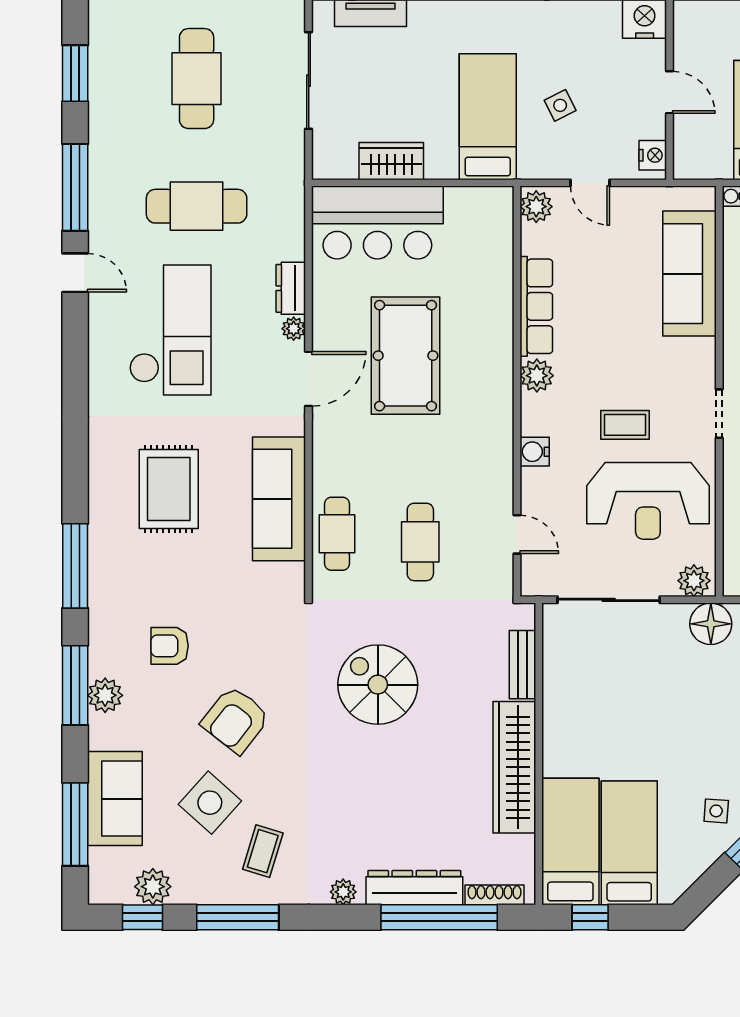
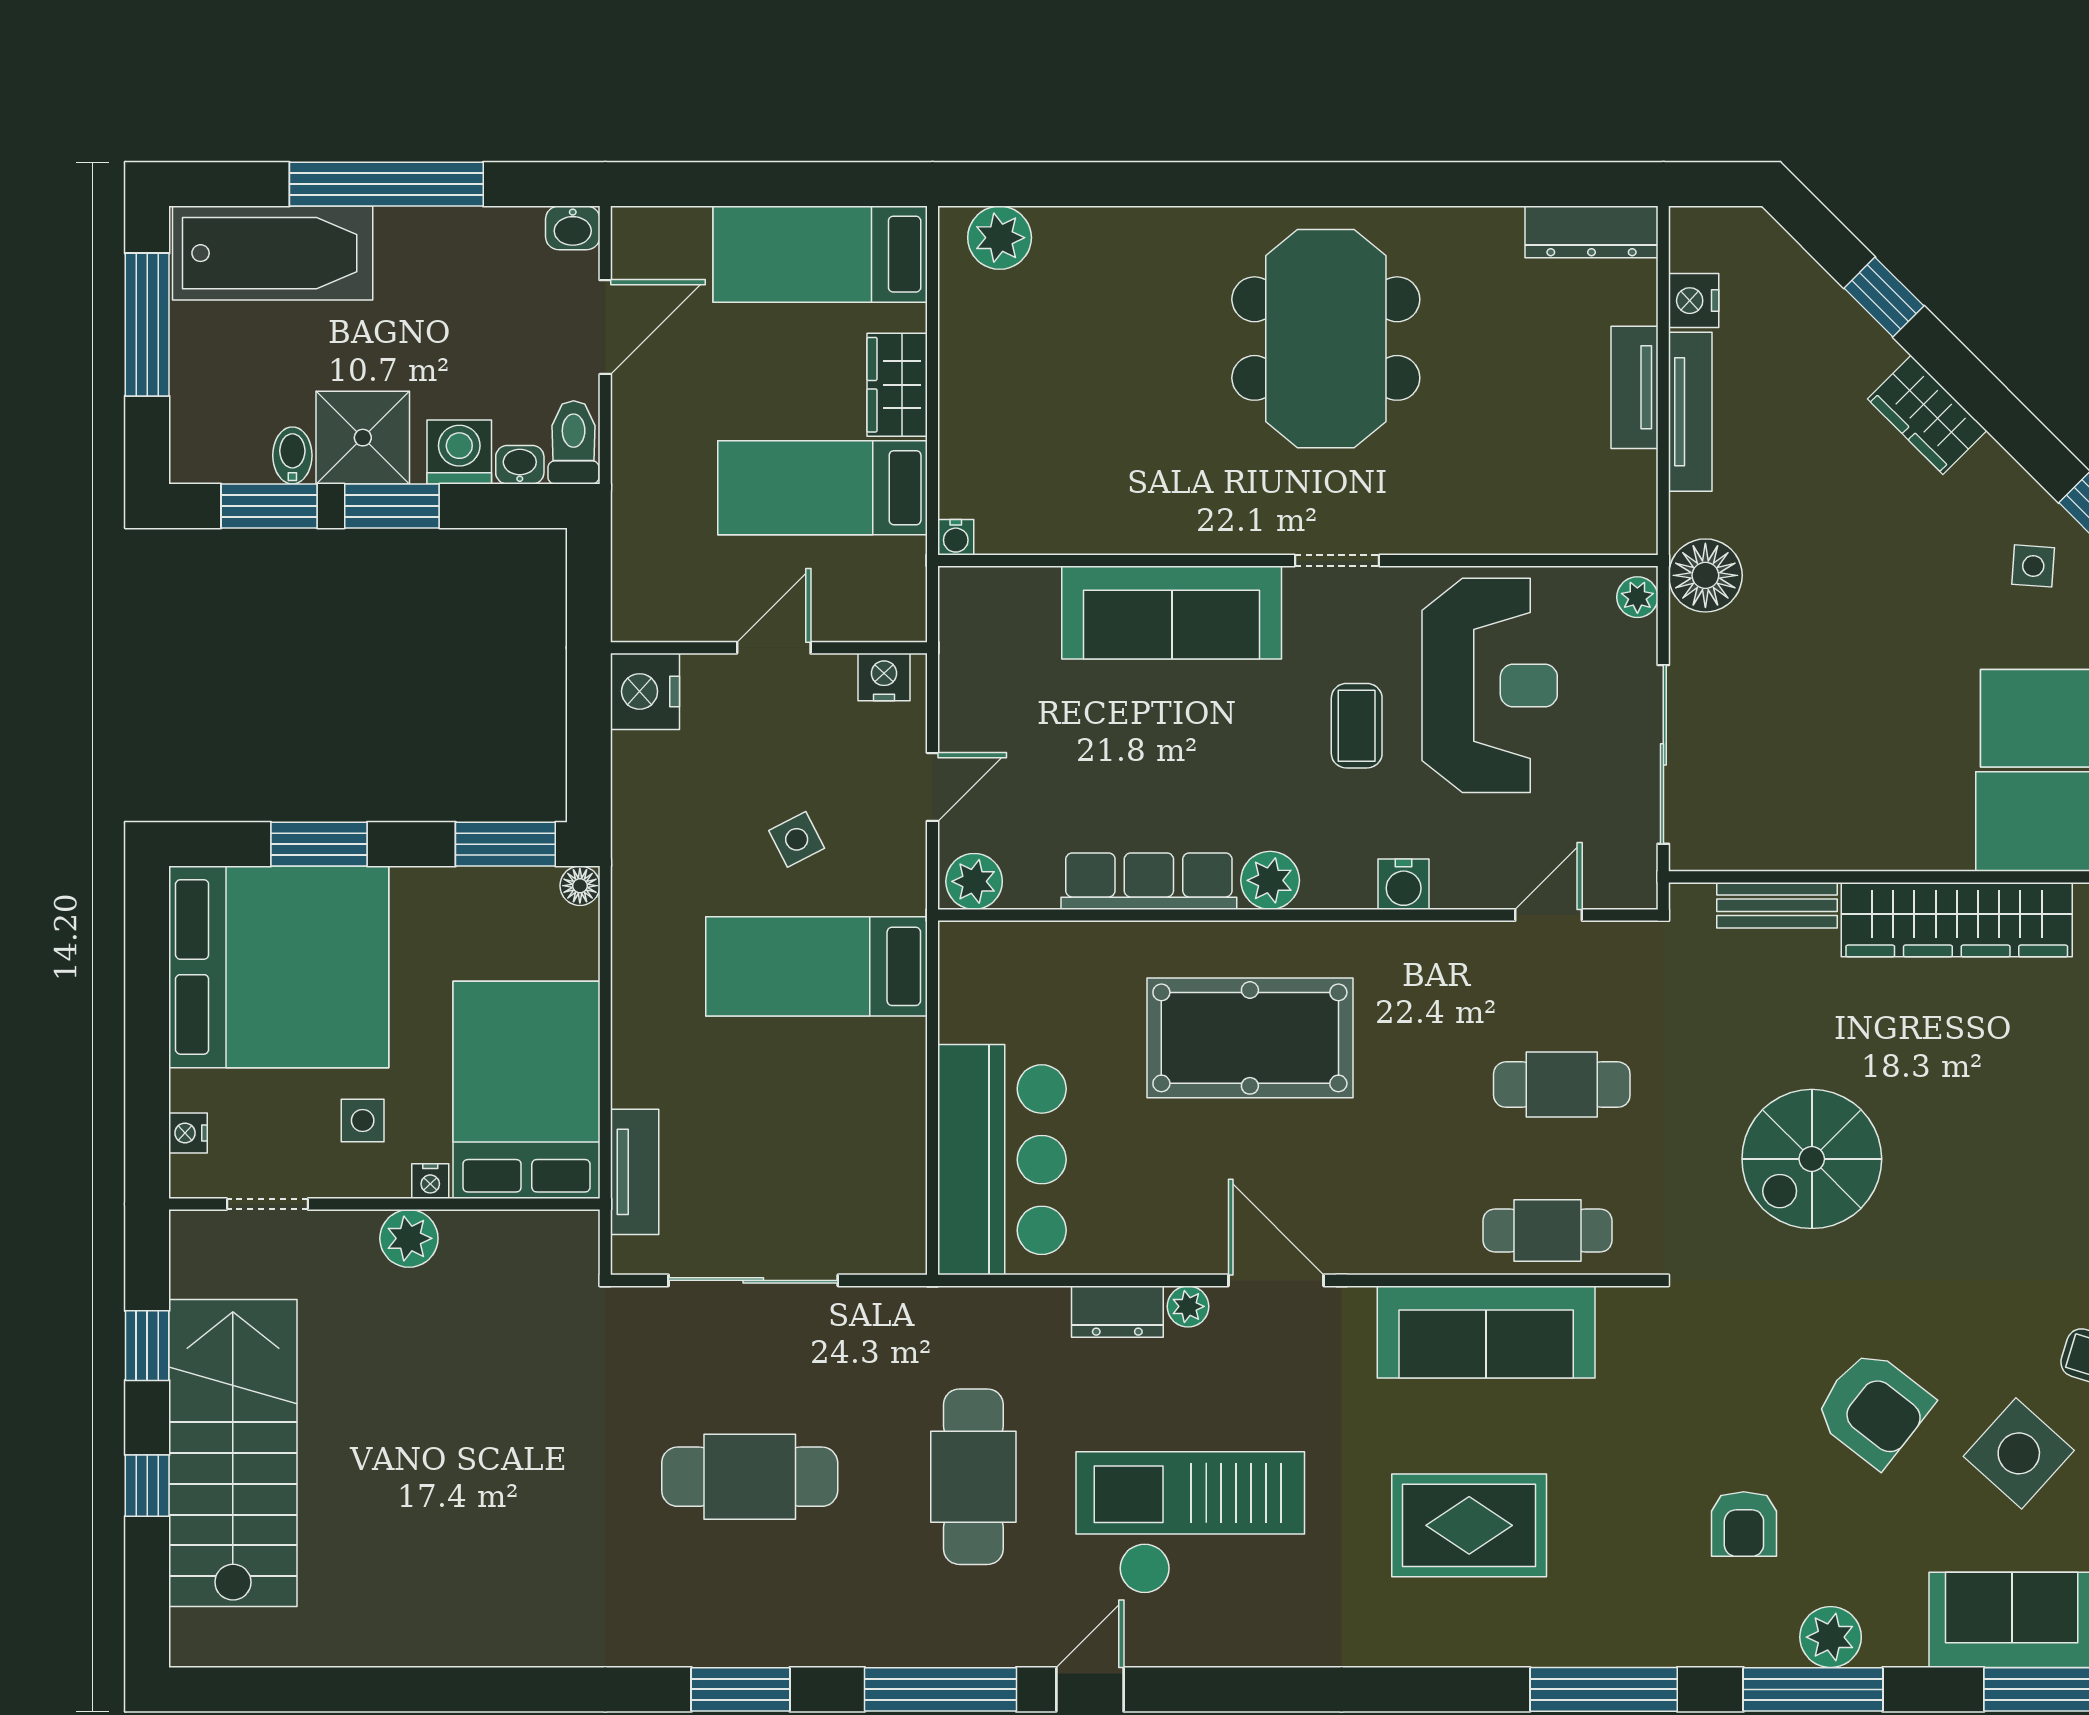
wardrobe: (391, 161) -> (894, 1135), removed
sofa: (690, 274) -> (1172, 613), moved
pool table: (406, 356) -> (1250, 1038), moved
plant: (694, 581) -> (1637, 597), width x0.73, depth x0.73

